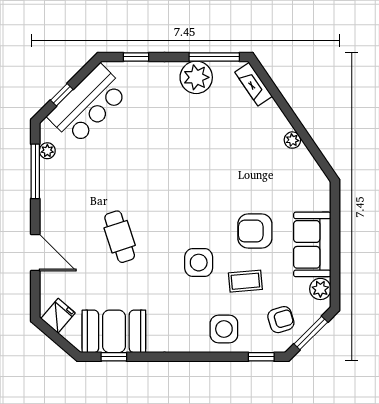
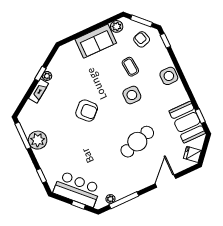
fireplace: (254, 84) -> (38, 91), moved
window: (301, 131) -> (40, 74), added
armchair: (255, 231) -> (87, 111), moved, turned -44
cafe table: (120, 237) -> (137, 142), width x1.37, depth x1.35
side table: (224, 329) -> (169, 76), moved

